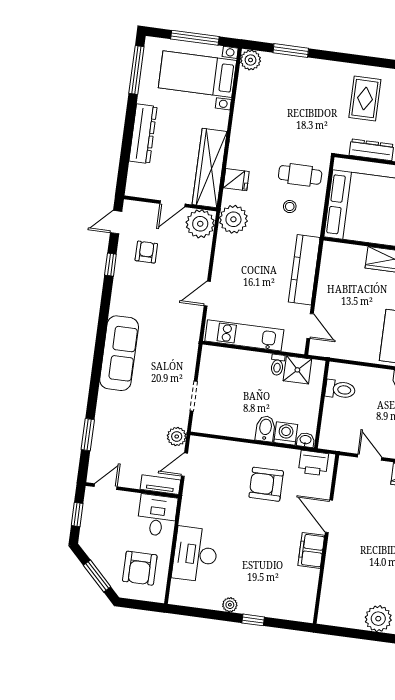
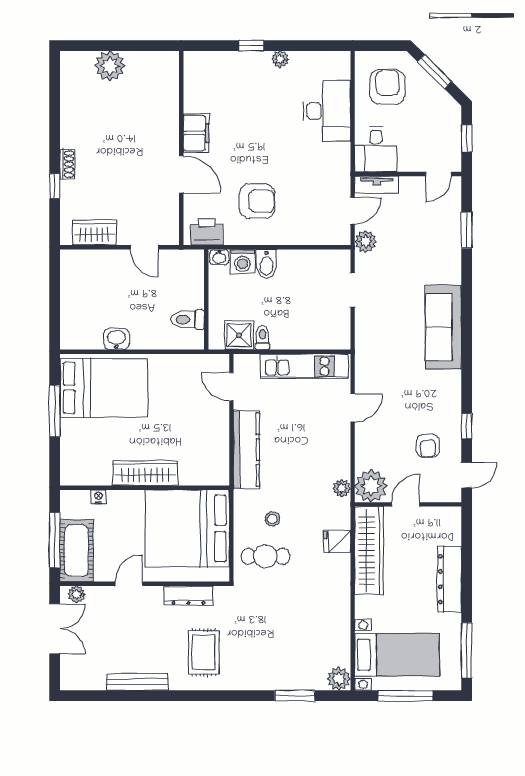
plant: (233, 219) -> (342, 488), width x0.53, depth x0.53

